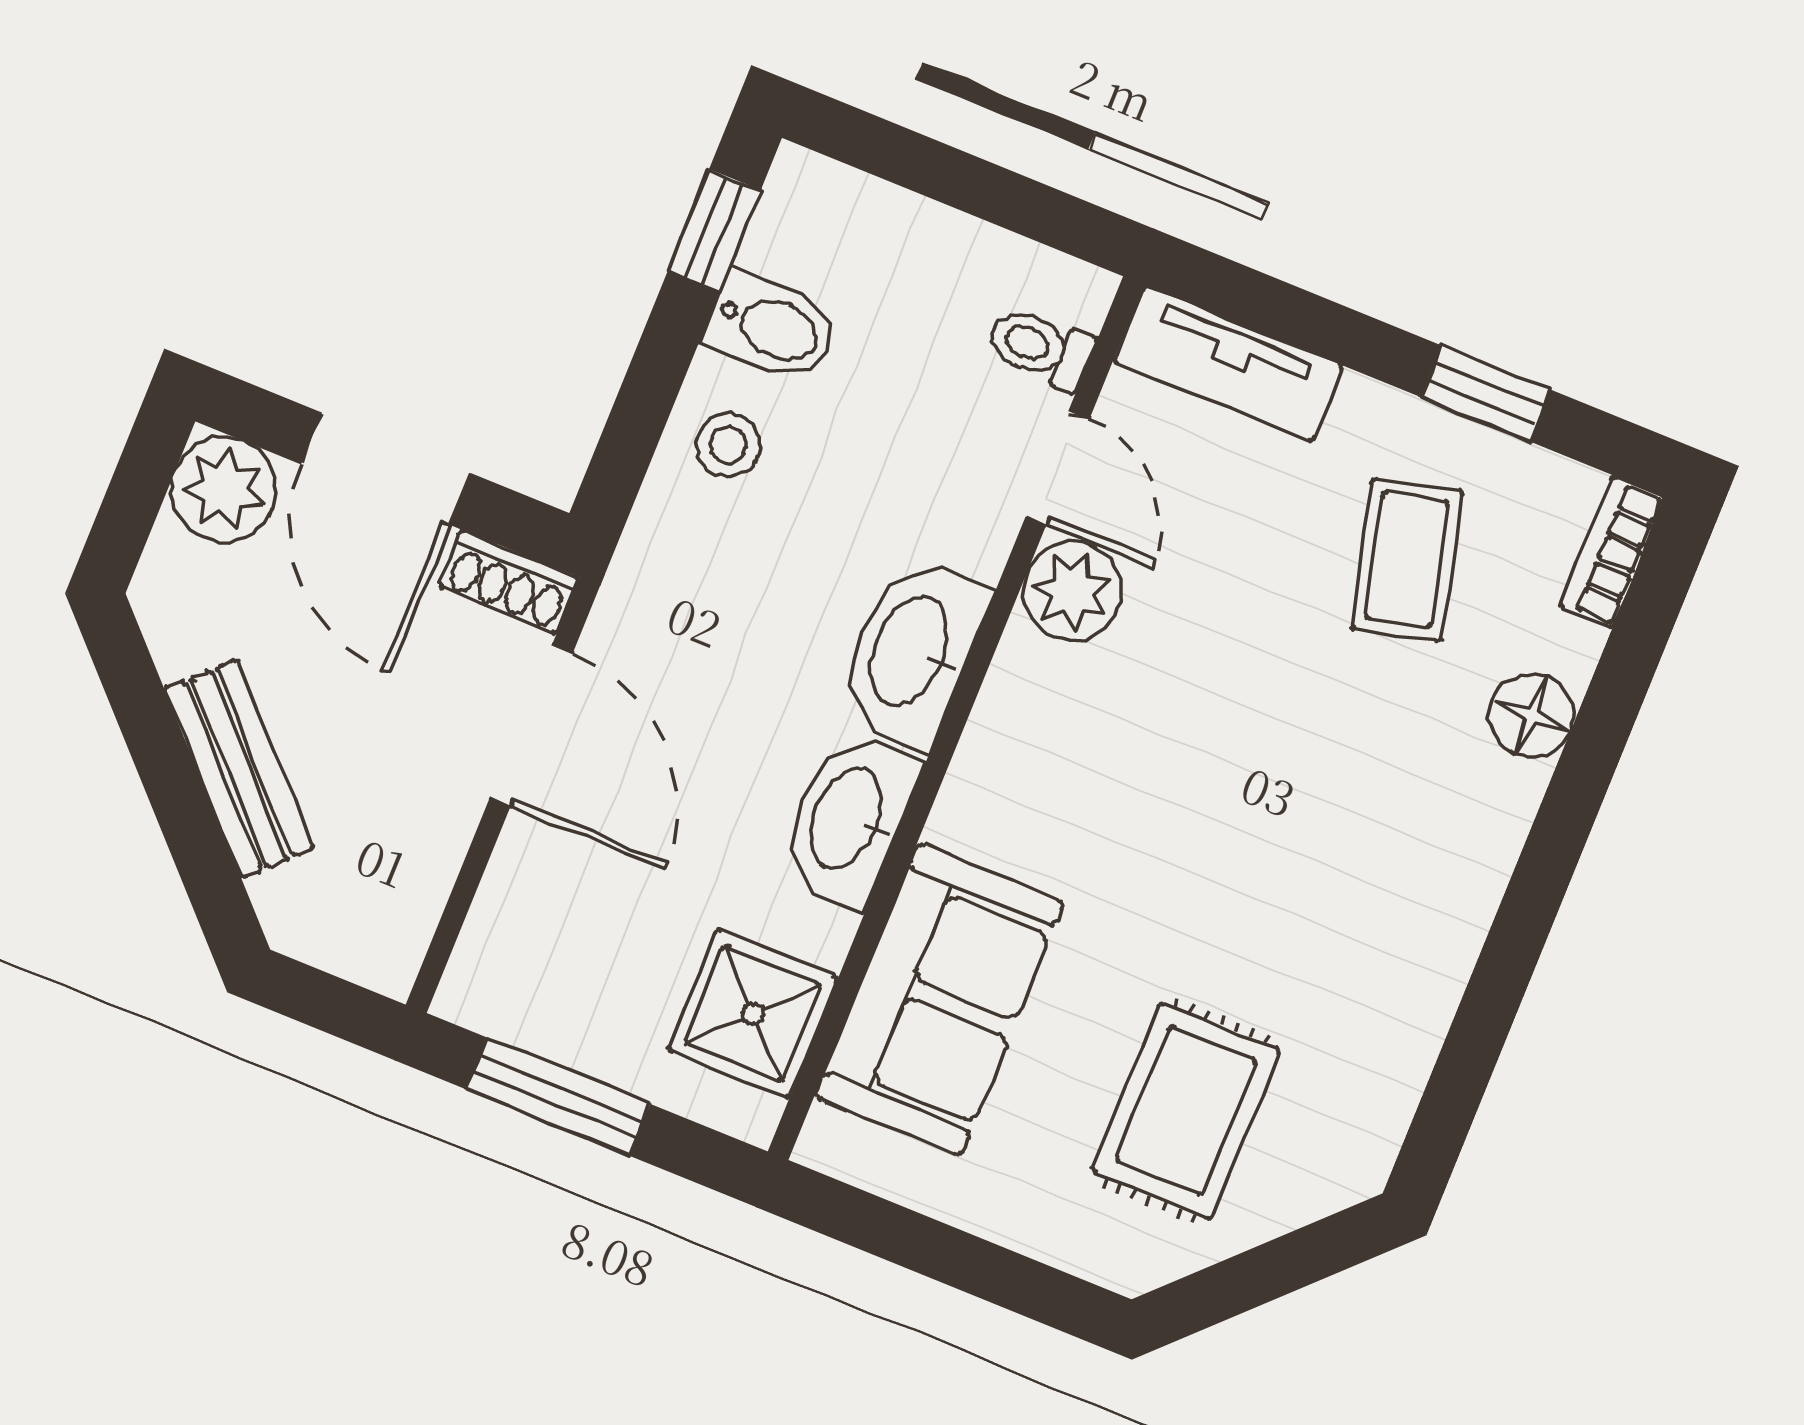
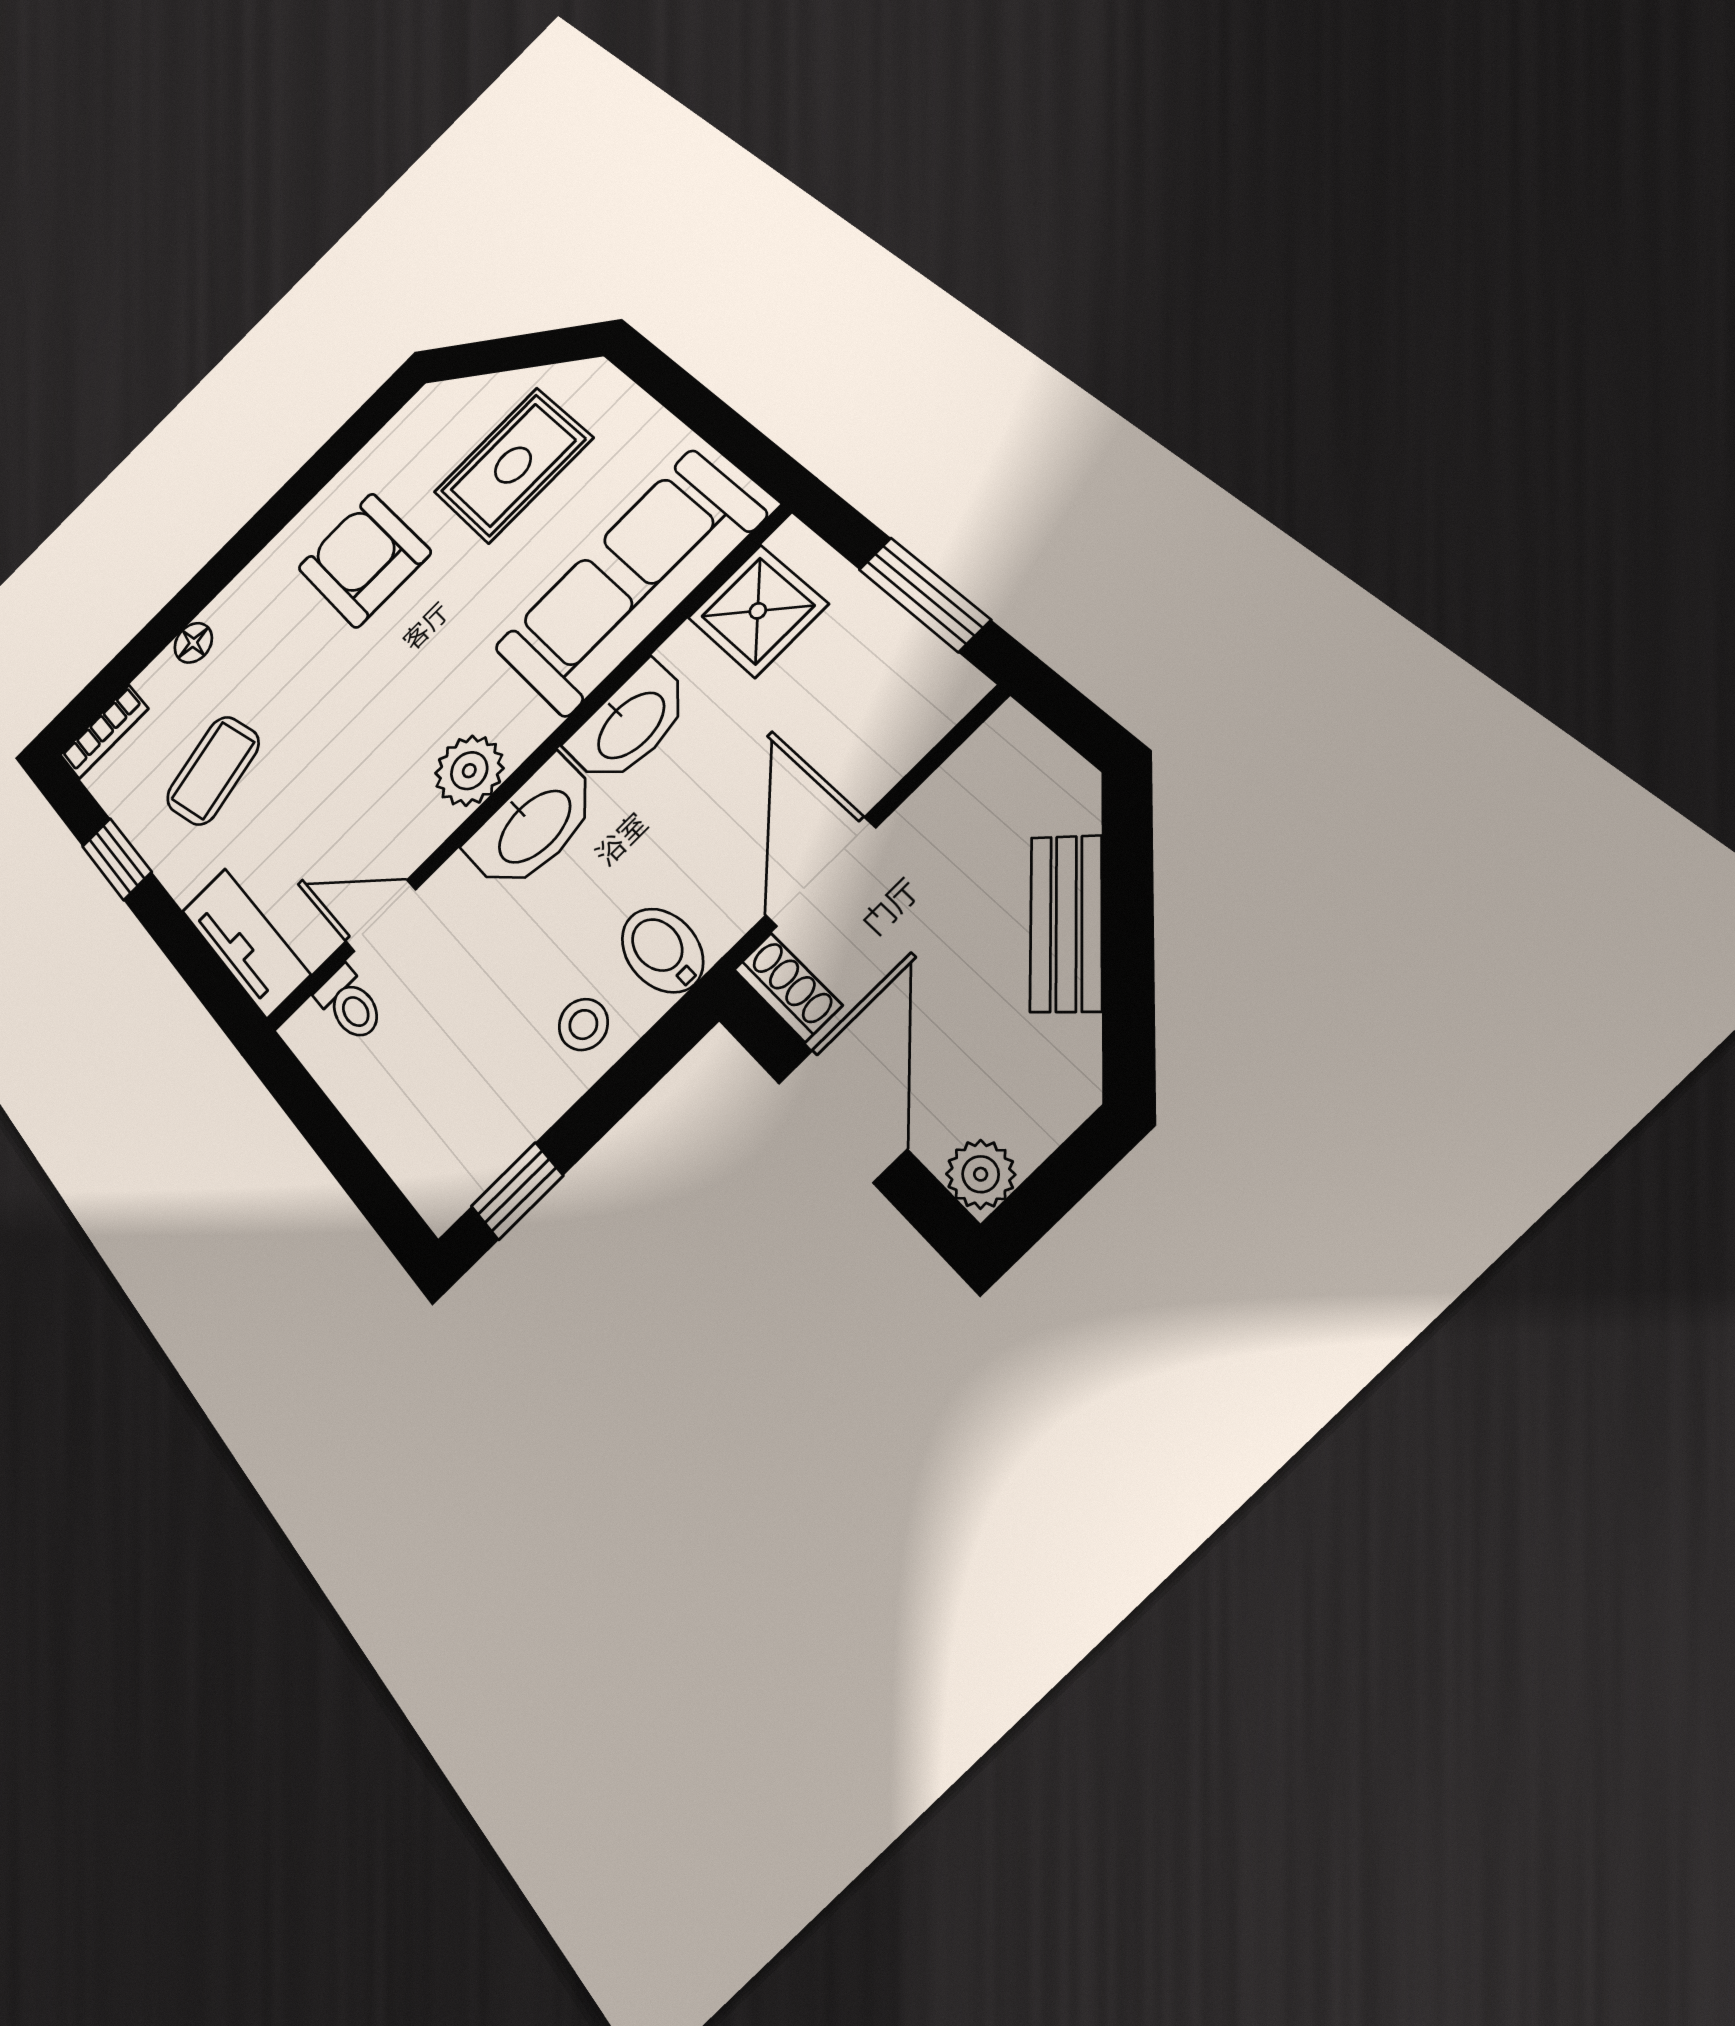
bidet: (772, 328) -> (662, 950), moved
door: (1057, 468) -> (381, 916), hinge flipped
plant: (224, 489) -> (981, 1174), width x0.73, depth x0.73
plant: (1072, 591) -> (469, 771), moved
floor lamp: (1532, 715) -> (193, 643), width x0.73, depth x0.73
armchair: (1339, 916) -> (364, 560), added
sofa: (939, 1000) -> (629, 582), width x1.36

